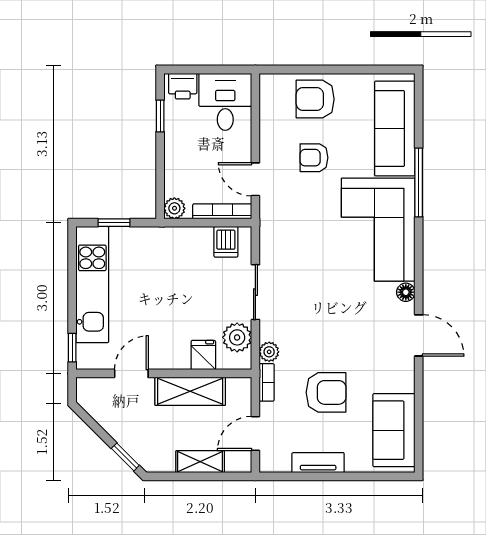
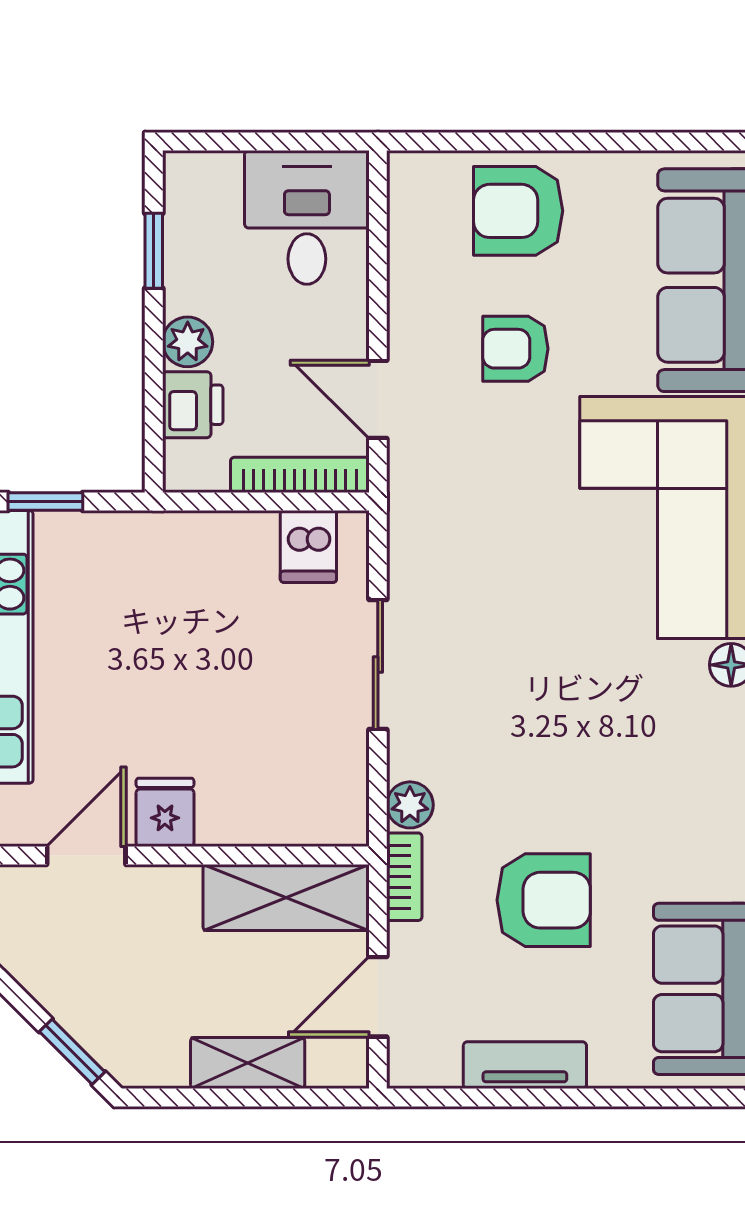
printer: (183, 86) -> (193, 405), moved, turned -90
plant: (174, 208) -> (188, 342), moved
plant: (237, 337) -> (335, 771), removed
fridge: (203, 355) -> (165, 812), moved
shelving: (190, 391) -> (286, 898), moved

